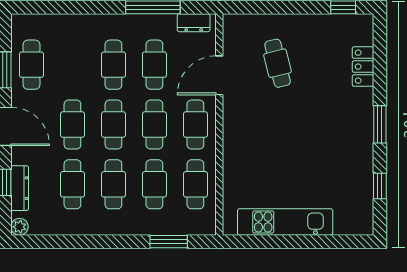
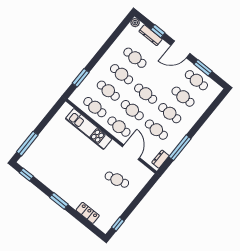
cafe table: (72, 124) -> (183, 97), moved
window: (380, 186) -> (26, 174), moved
kitchen unit: (285, 222) -> (89, 129), moved, turned 90
window: (332, 242) -> (27, 144), added

